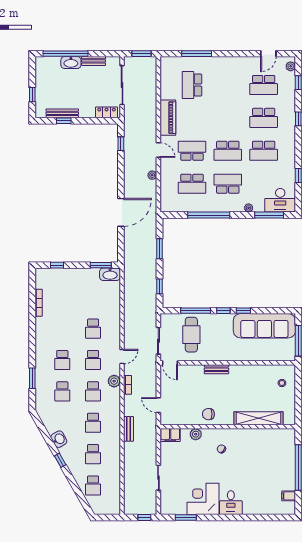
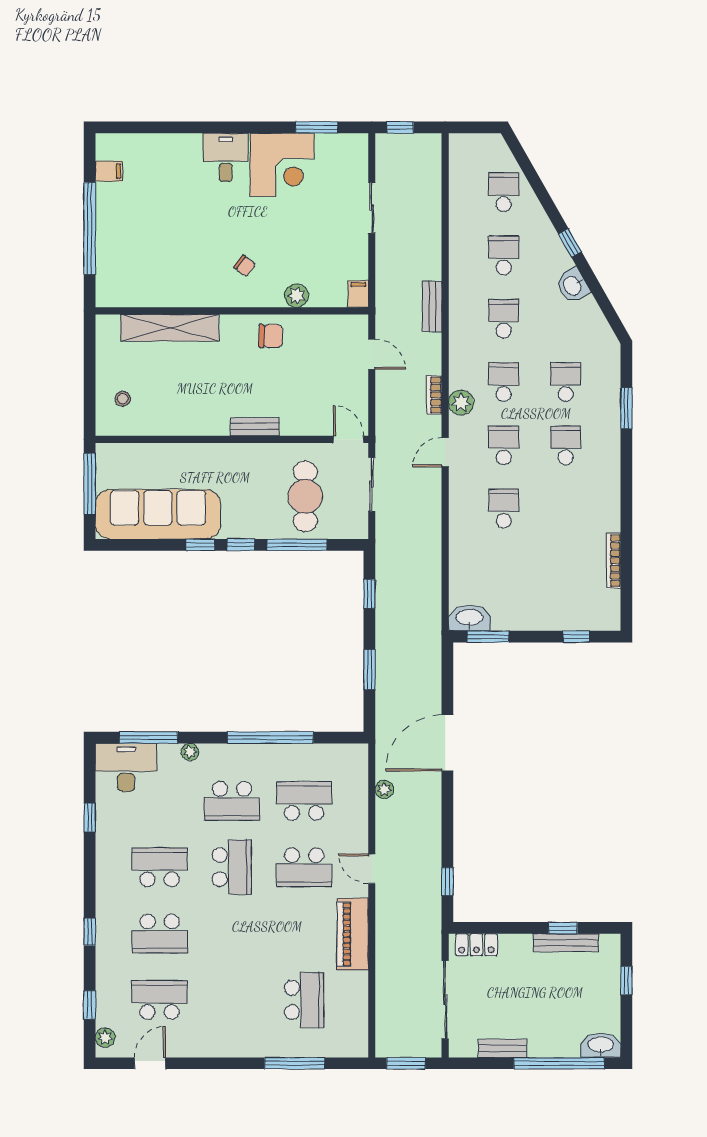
washbasin: (71, 63) -> (601, 1045), moved
school desk: (264, 118) -> (160, 934), turned 180
school desk: (228, 151) -> (232, 867), turned 90
plant: (152, 175) -> (384, 789), moved
filing cabinet: (170, 435) -> (358, 294), width x0.50

